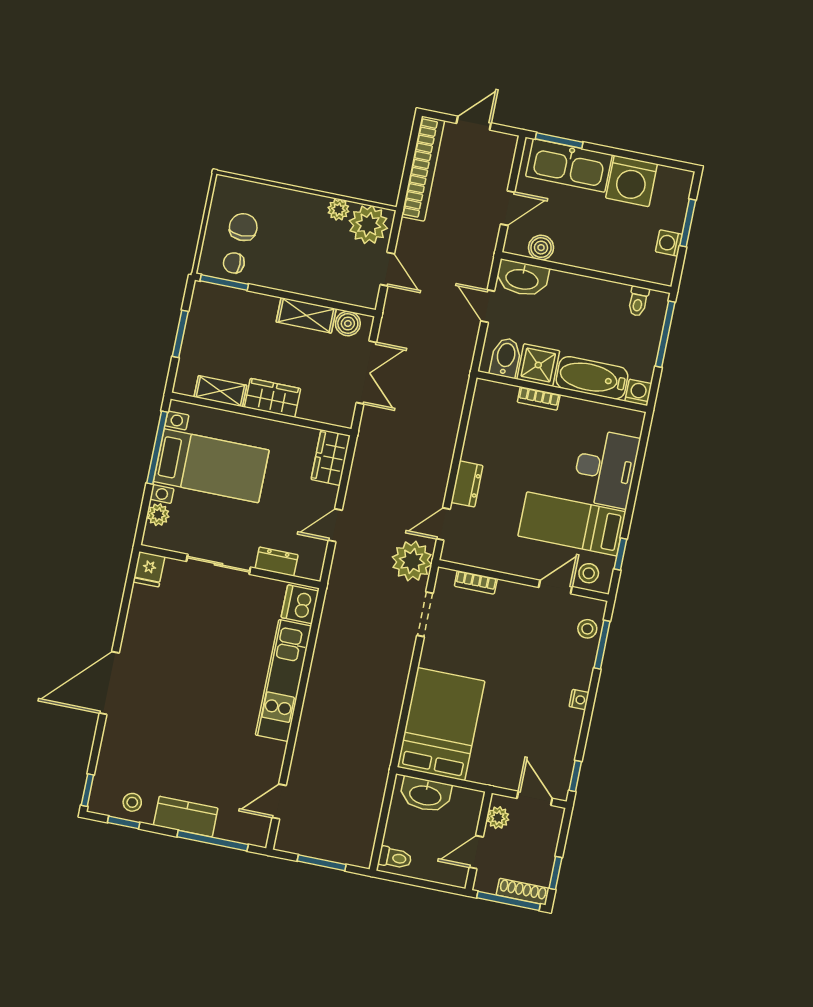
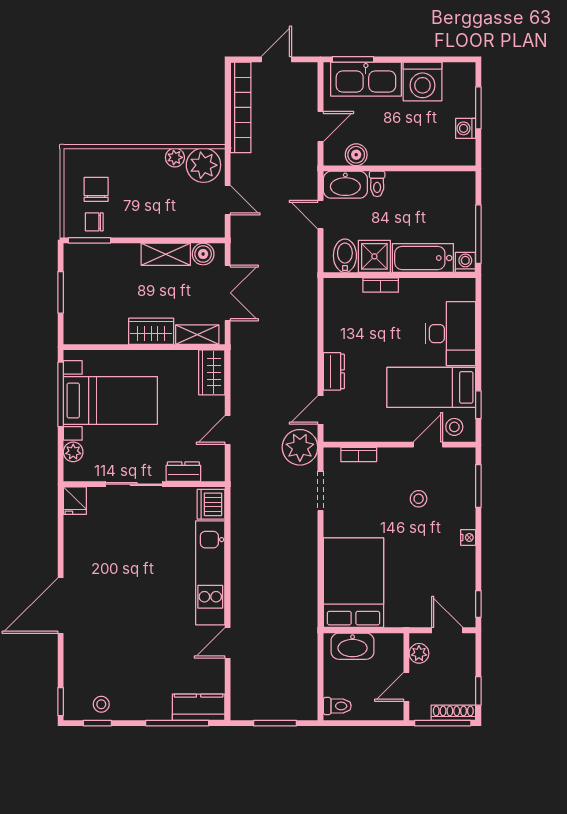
toilet: (638, 301) -> (377, 184), moved
window: (665, 334) -> (478, 234), moved
shelving: (220, 391) -> (197, 335), moved
stool: (587, 629) -> (419, 499), moved
door: (279, 802) -> (228, 643), moved
kitchen counter: (186, 817) -> (199, 707), moved

